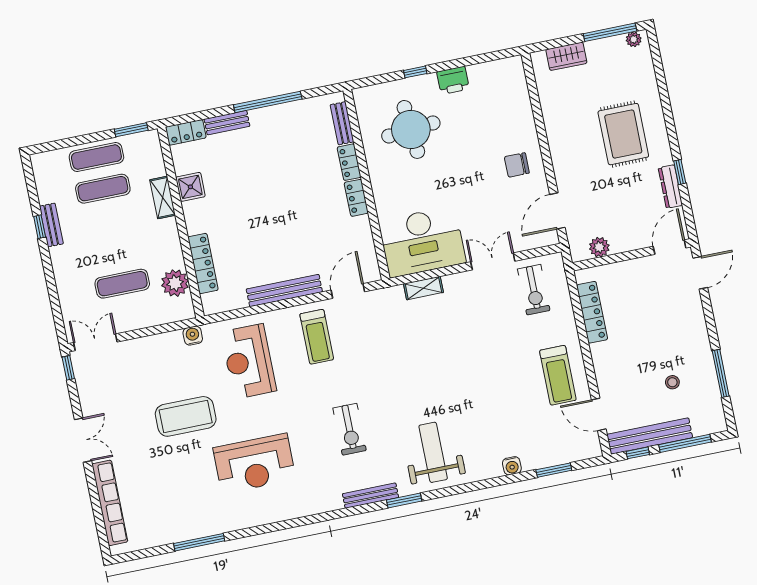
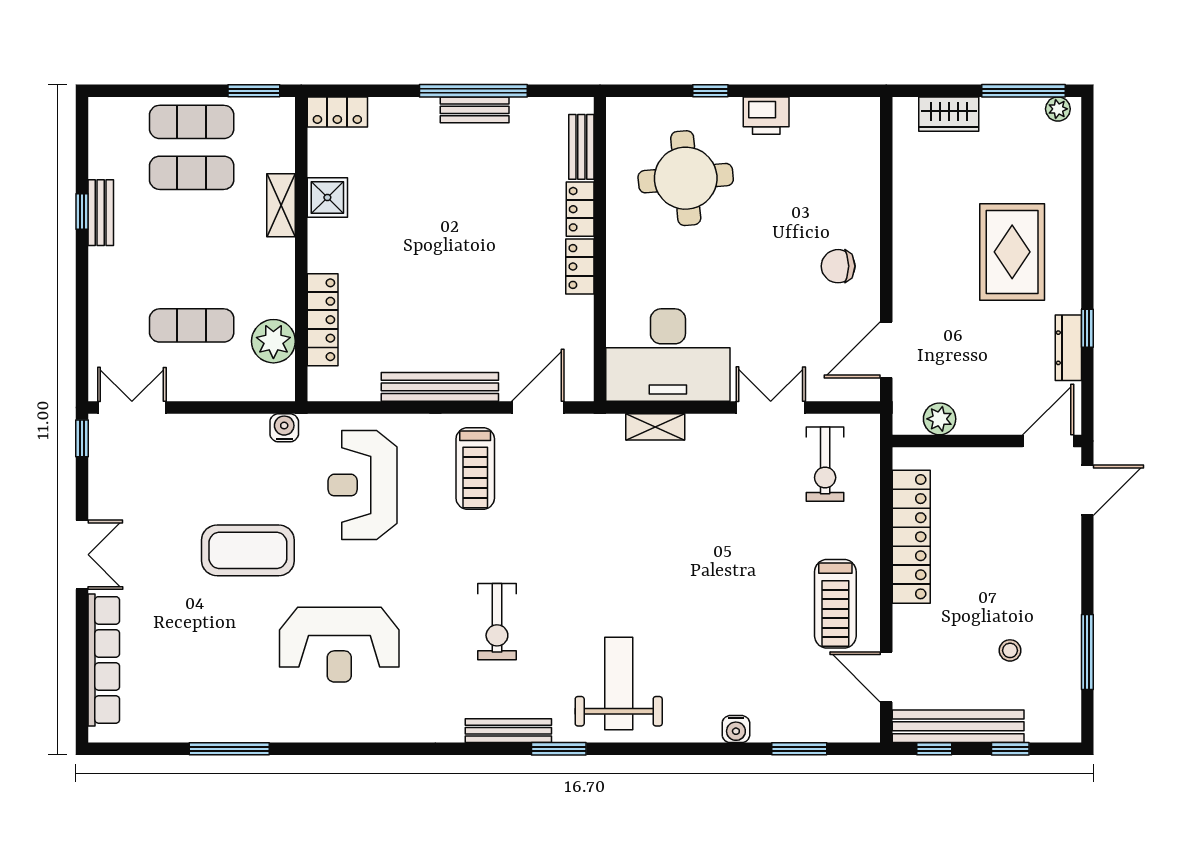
bench: (227, 123) -> (475, 110), moved
locker: (592, 312) -> (911, 537), width x1.41, depth x1.21
window: (685, 443) -> (1010, 749), width x0.46

